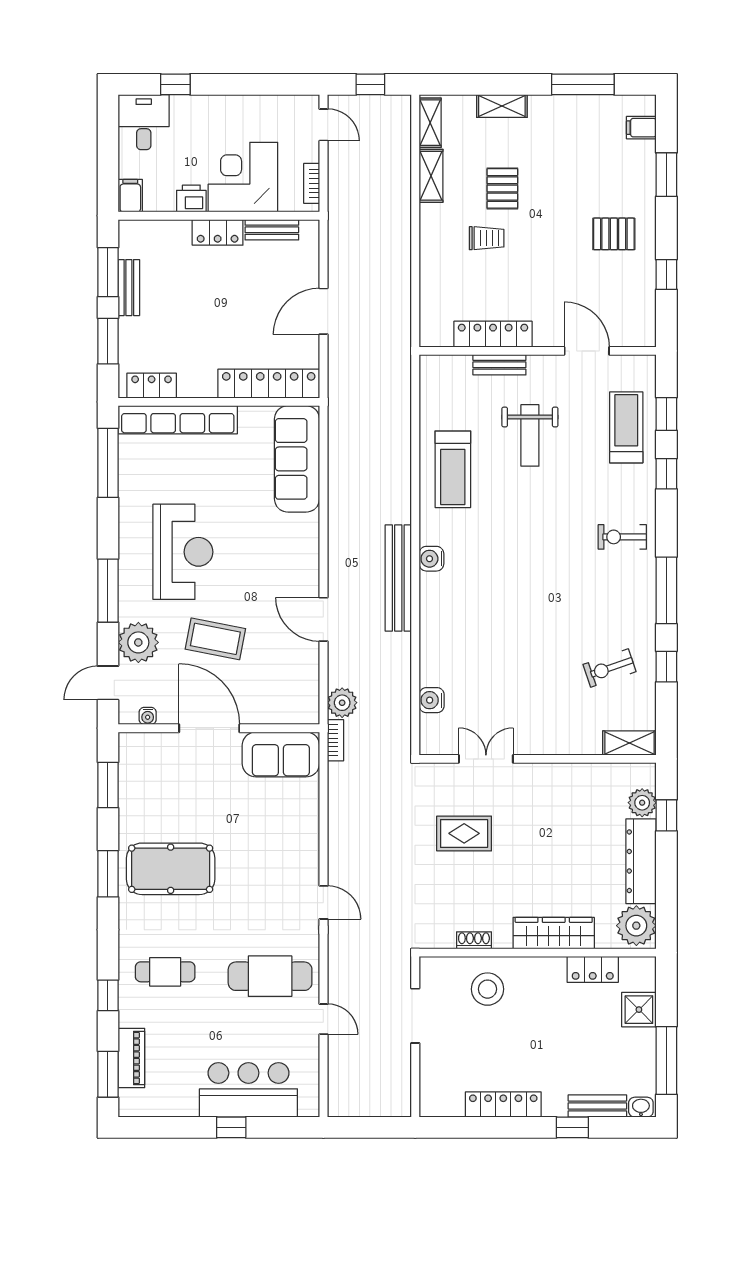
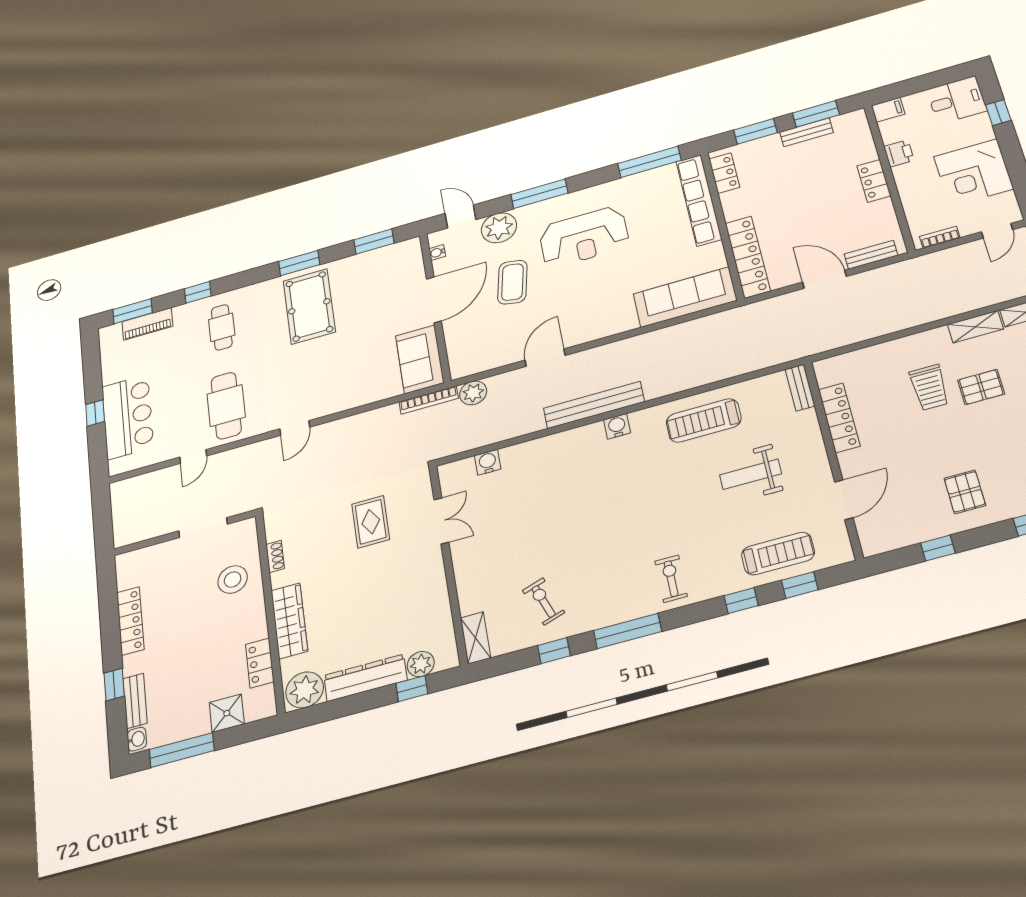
corner desk: (243, 177) -> (973, 173), moved, turned 180
bench: (272, 230) -> (871, 255), moved, turned 90
trolley: (487, 238) -> (929, 387), width x1.36, depth x1.39
bench: (499, 365) -> (800, 388), moved
bookcase: (335, 740) -> (429, 400), width x1.56

